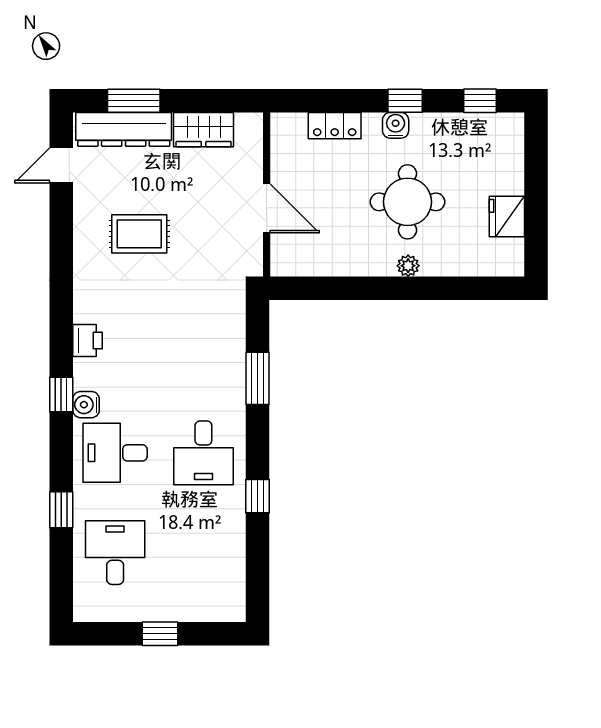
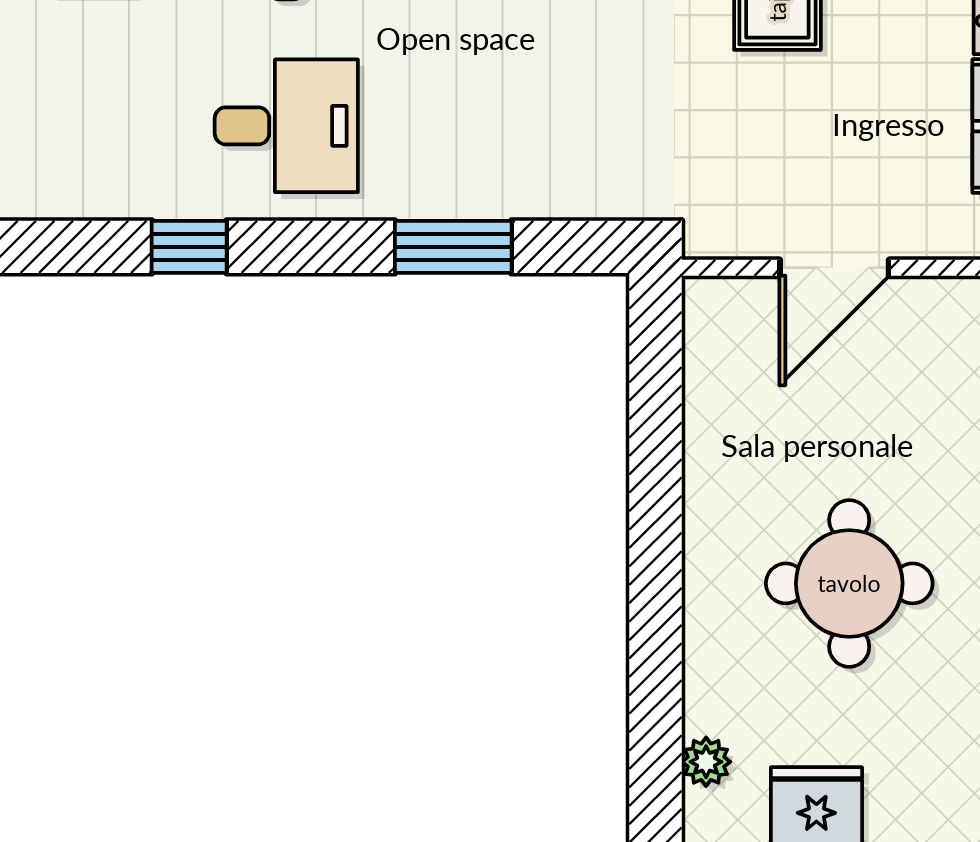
plant: (408, 266) -> (706, 762), moved
desk: (203, 453) -> (286, 126), turned 180

